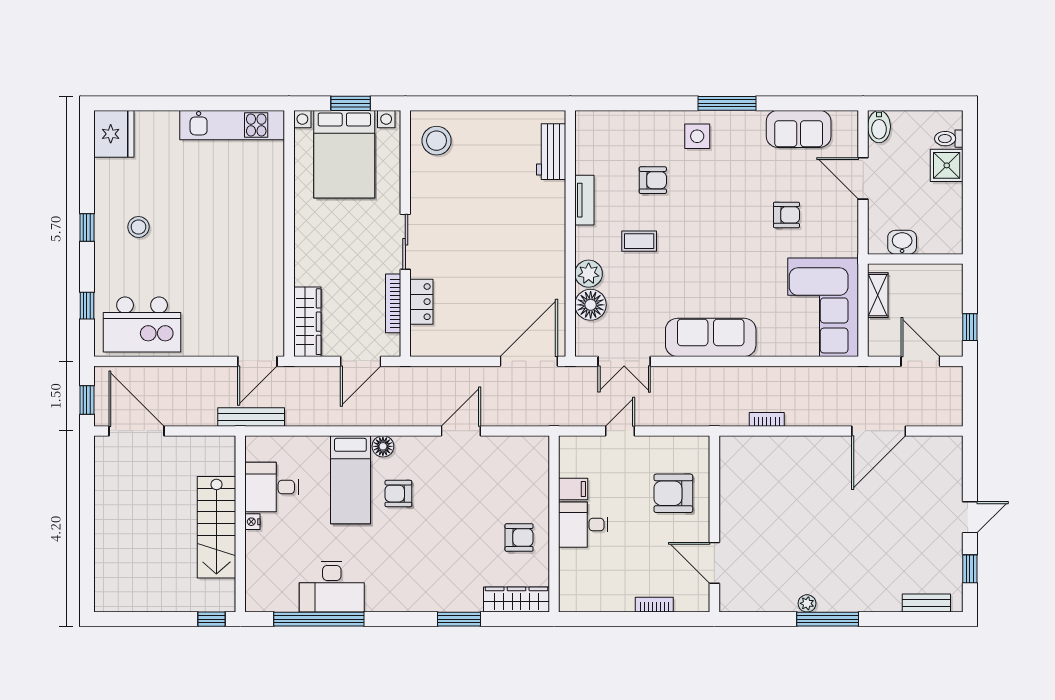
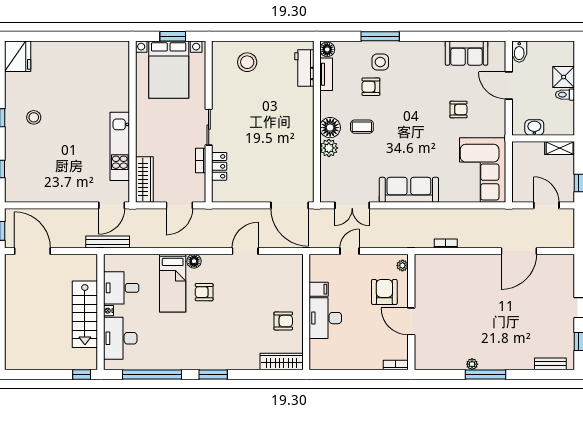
window: (727, 103) -> (380, 36), moved
floor lamp: (586, 123) -> (327, 49), added
kitchen unit: (232, 125) -> (120, 146), moved, turned 90
side table: (697, 136) -> (380, 62), moved
toilet: (949, 139) -> (565, 95), moved
stool: (437, 141) -> (247, 62), moved
armchair: (653, 180) -> (371, 87), turned 180
tv unit: (584, 200) -> (326, 74), moved
shelving: (878, 295) -> (560, 148), moved, turned 90
bookcase: (393, 303) -> (201, 160), width x0.64
floor lamp: (591, 305) -> (330, 128), moved
kitchen island: (142, 324) -> (36, 181), removed
door: (529, 361) -> (290, 205), swing flipped
plant: (701, 453) -> (402, 265), added
armchair: (673, 493) -> (384, 292), turned 90
desk: (583, 525) -> (325, 318), width x1.37
door: (714, 563) -> (411, 321), moved
desk: (332, 587) -> (120, 338), moved, turned 90
bookcase: (654, 605) -> (396, 365), moved
window: (459, 619) -> (213, 374), moved

